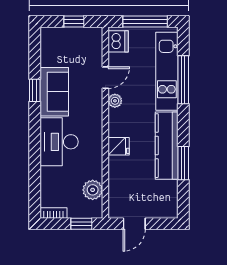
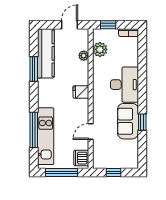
plant: (115, 101) -> (84, 56), moved
fridge: (119, 146) -> (81, 92), moved
kitchen counter: (167, 146) -> (46, 53), moved

